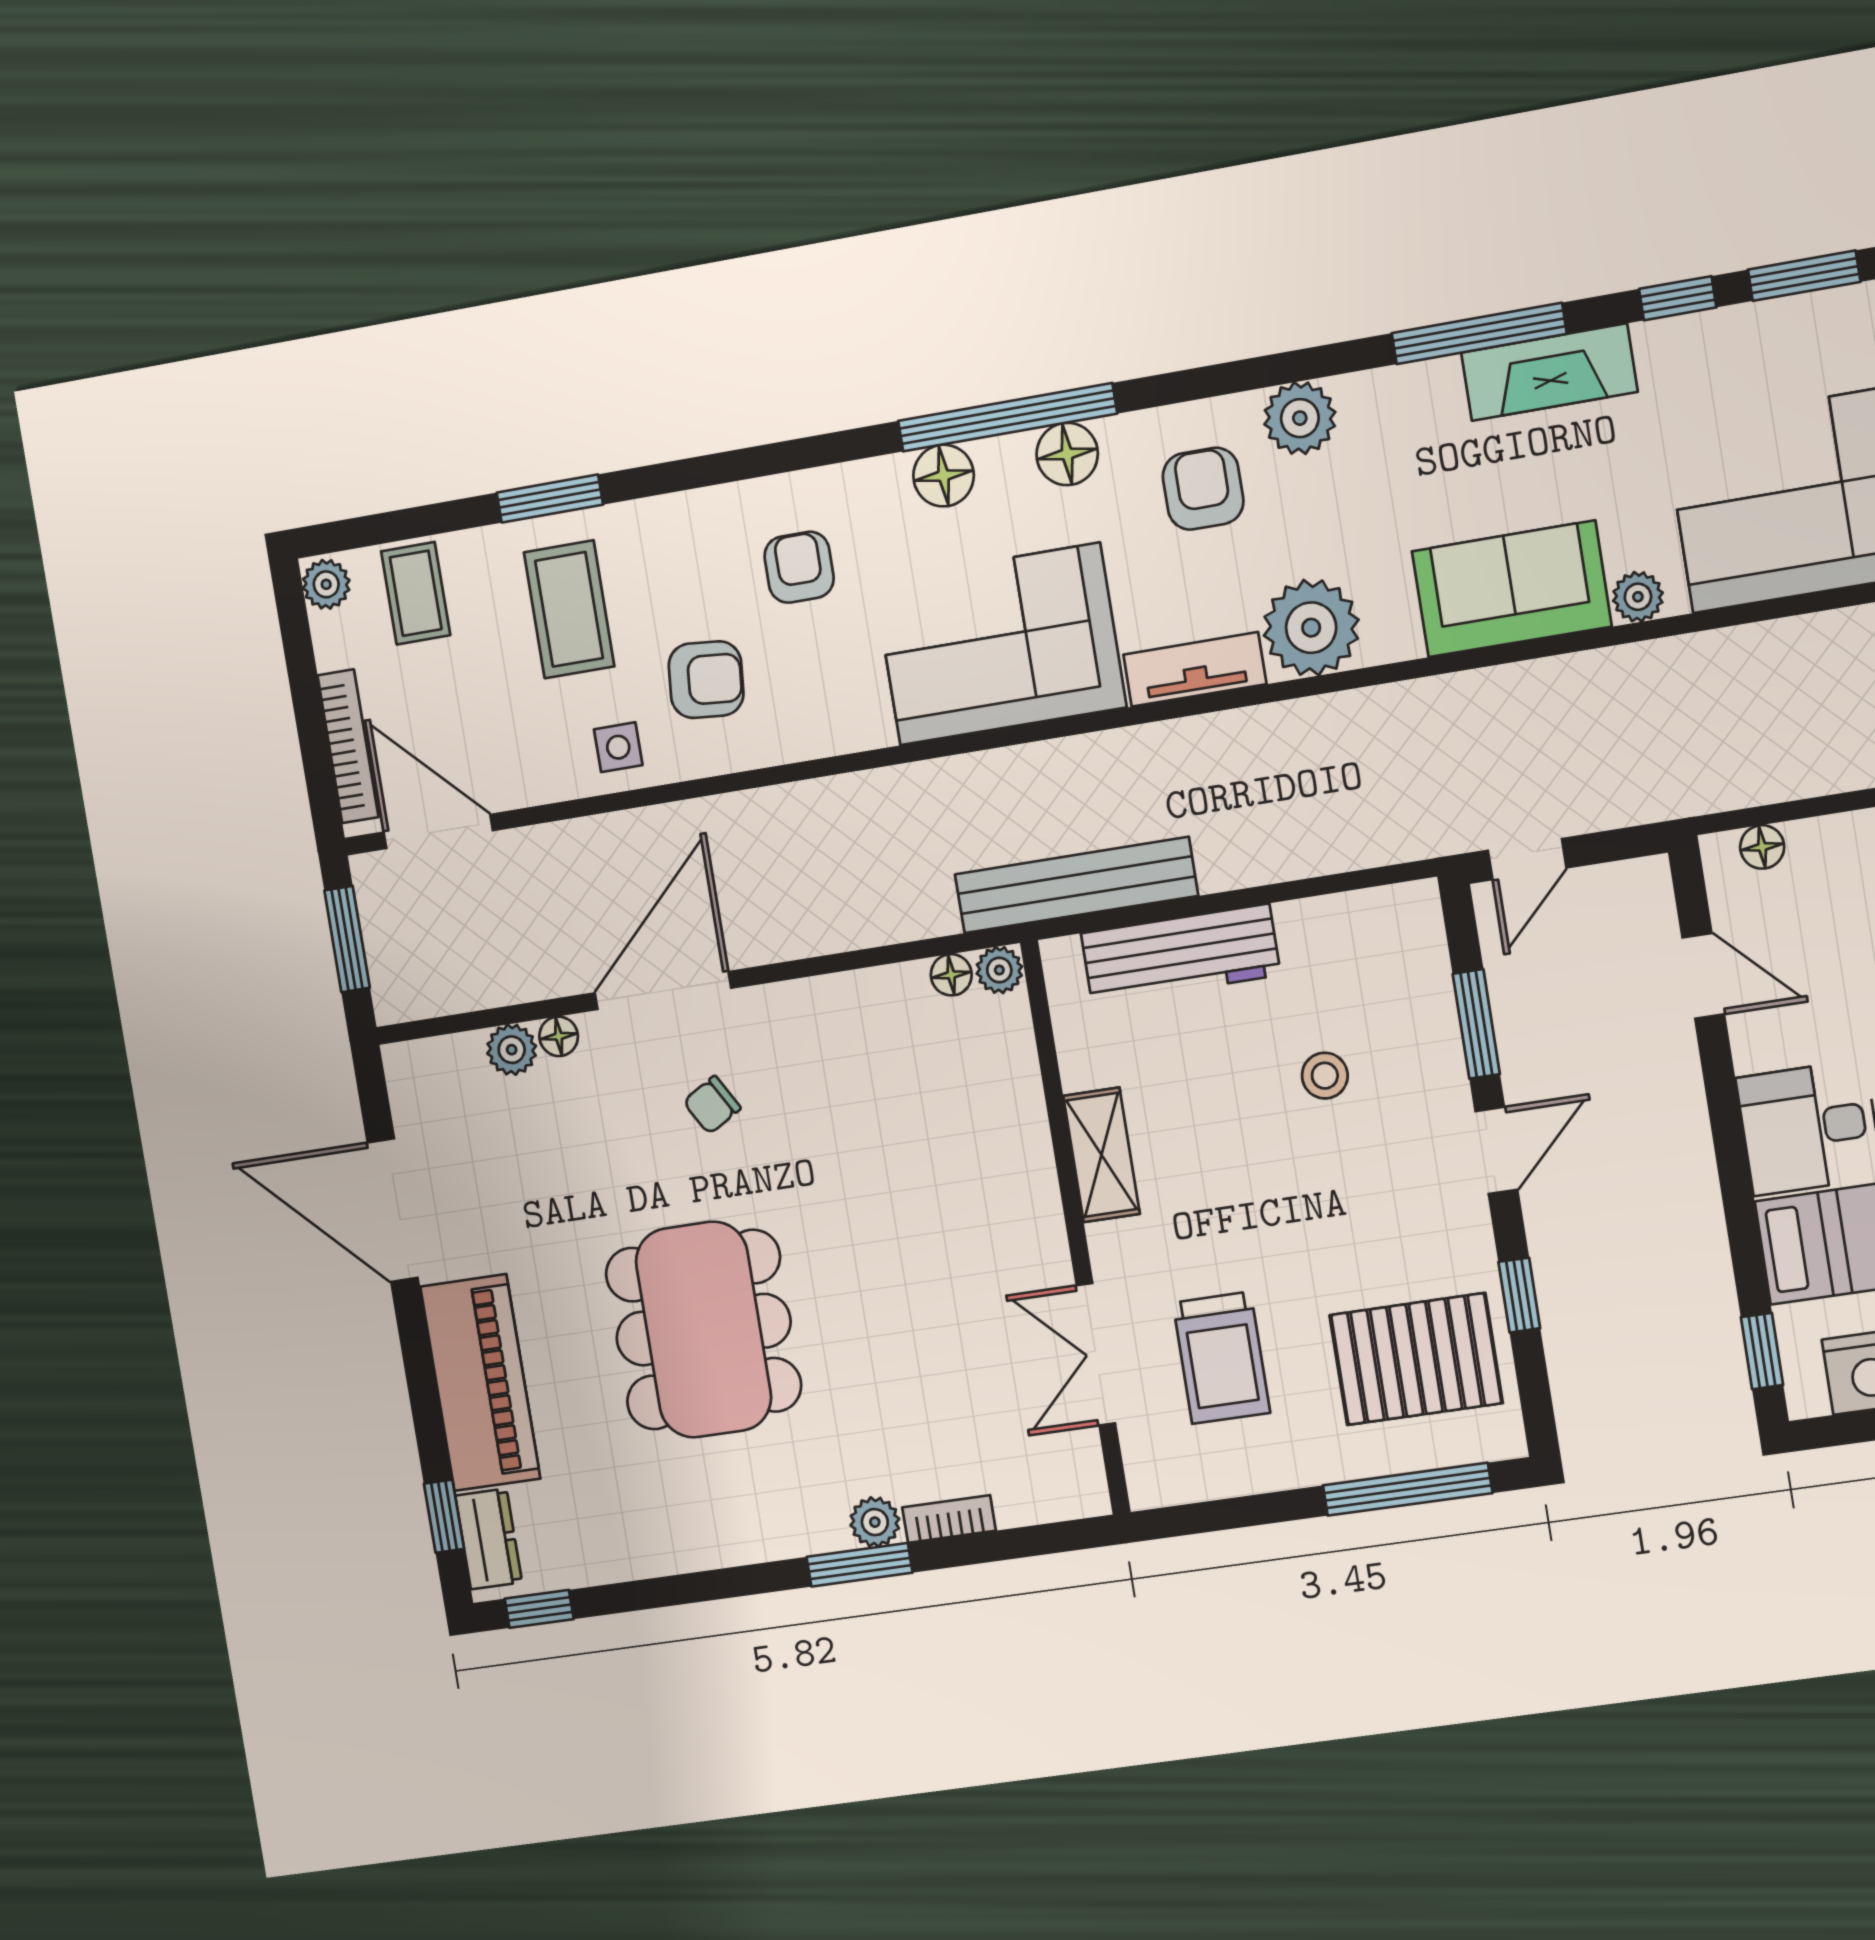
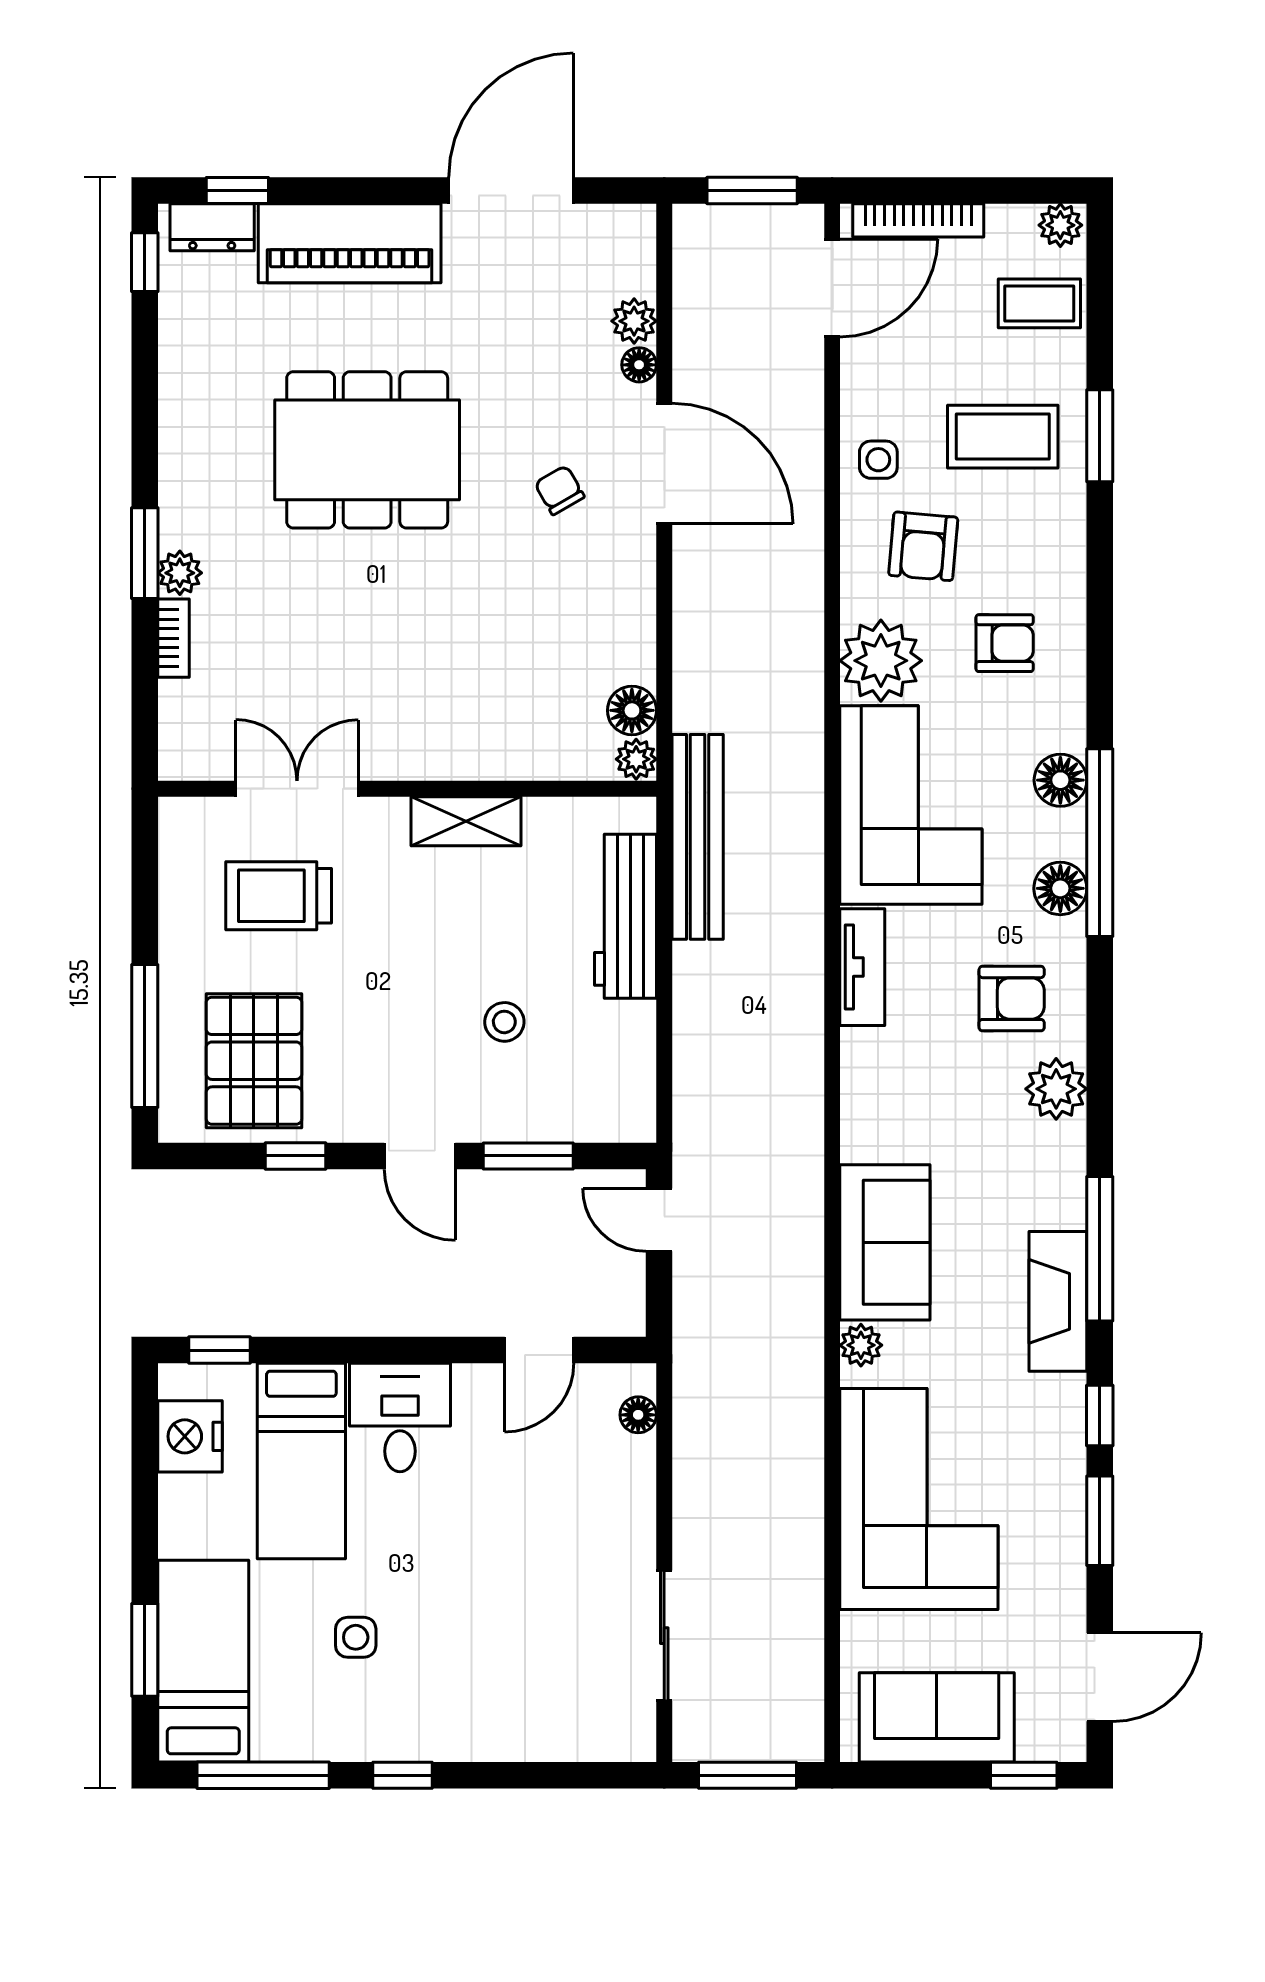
plant: (1311, 628) -> (881, 661), moved
floor lamp: (951, 975) -> (632, 710), width x1.37, depth x1.37

